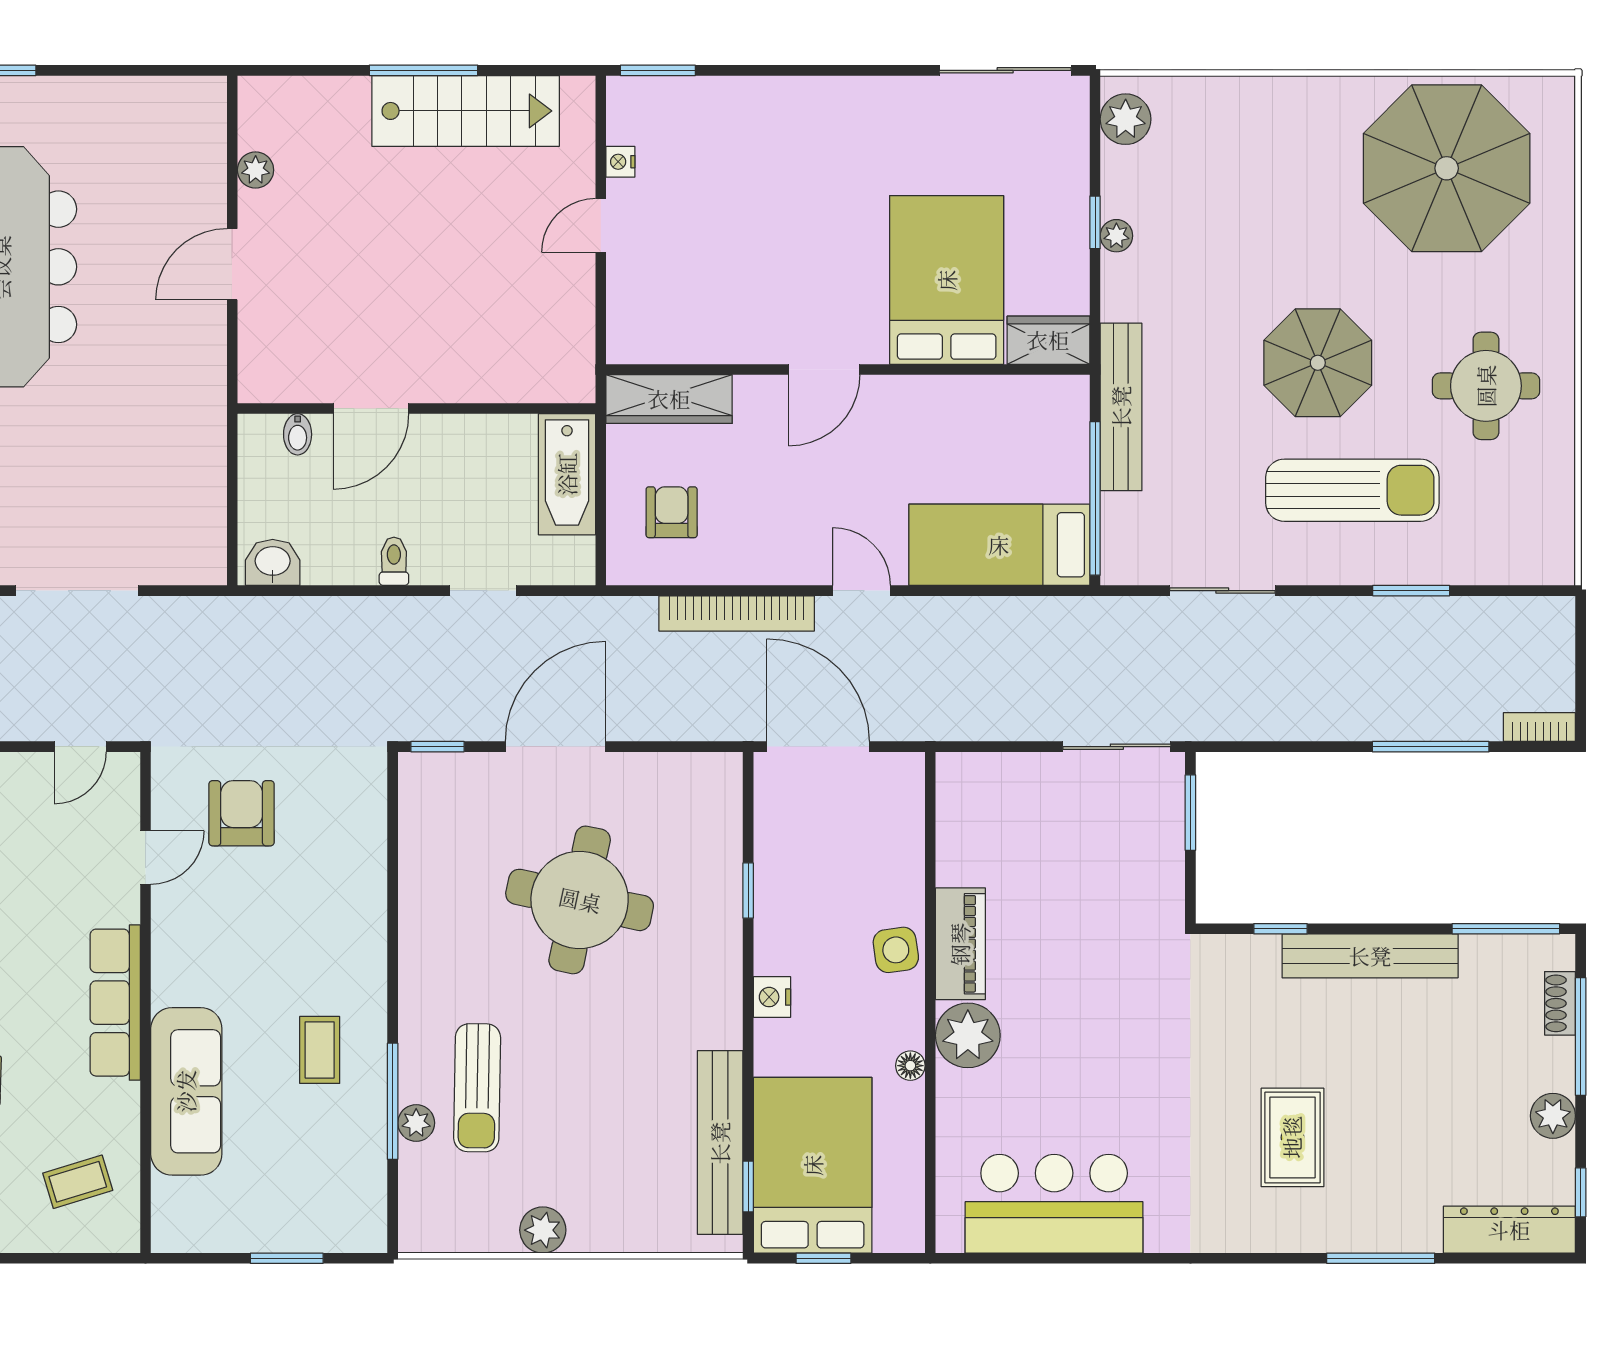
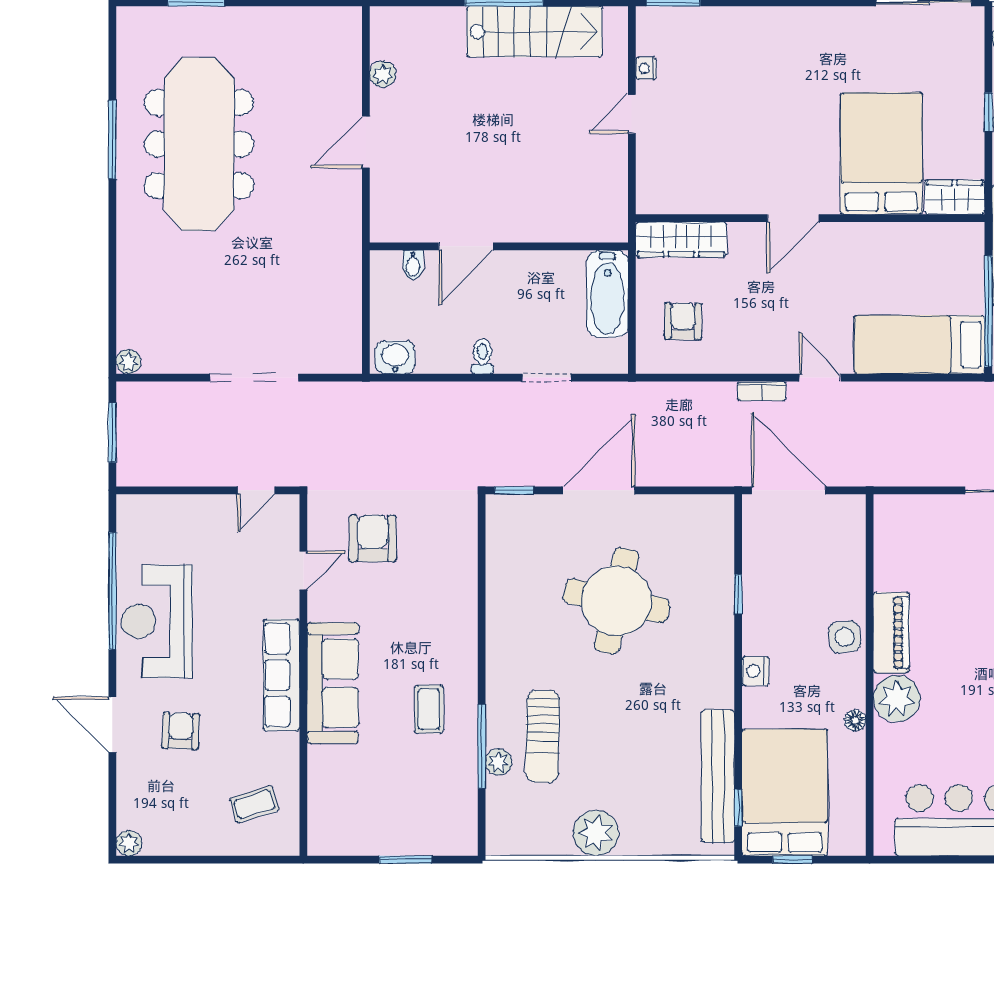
bookcase: (737, 613) -> (762, 391), width x0.43, depth x0.76
sofa: (186, 1091) -> (333, 683), moved
plant: (543, 1230) -> (596, 833), width x1.36, depth x1.36

